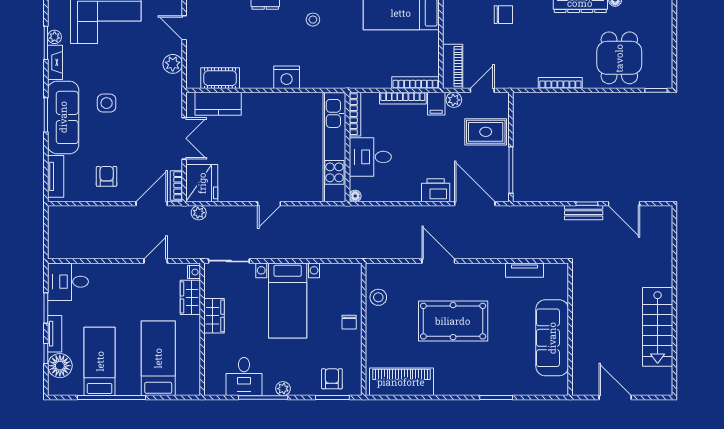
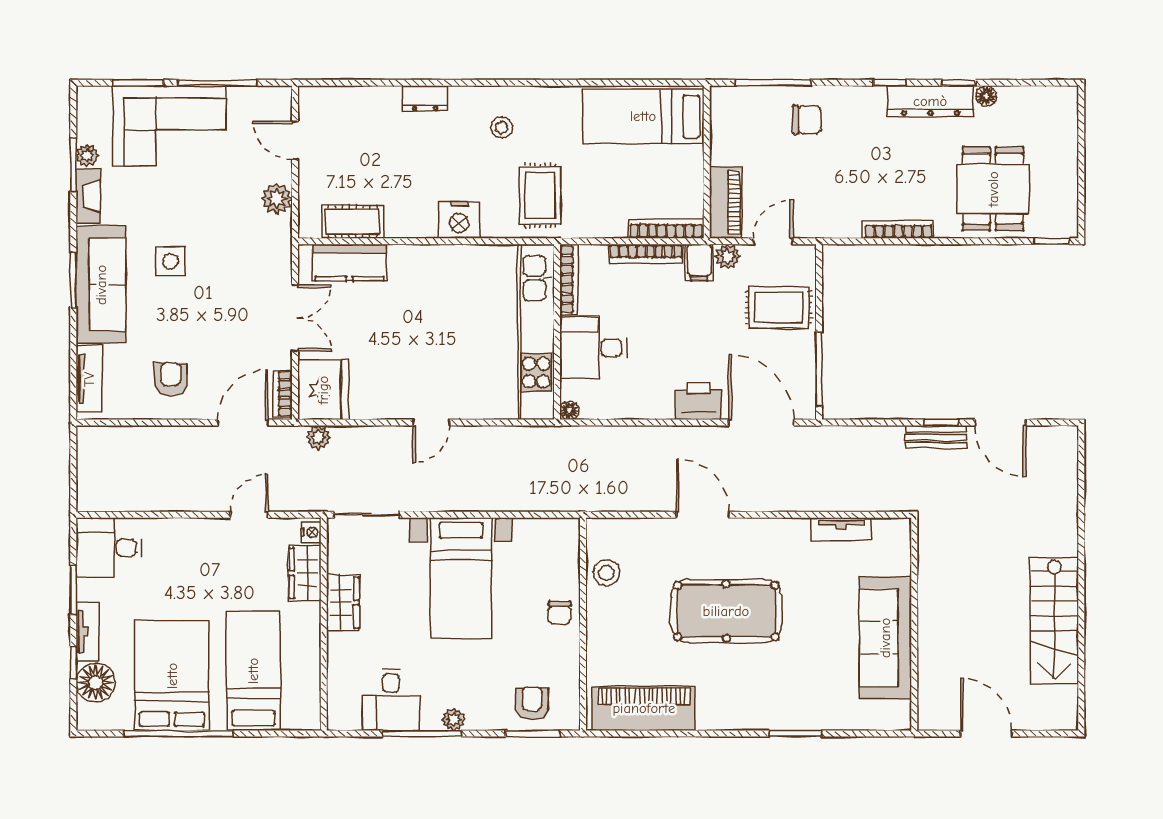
rug: (337, 62) -> (540, 195), added
bed: (100, 361) -> (172, 676), width x1.50

